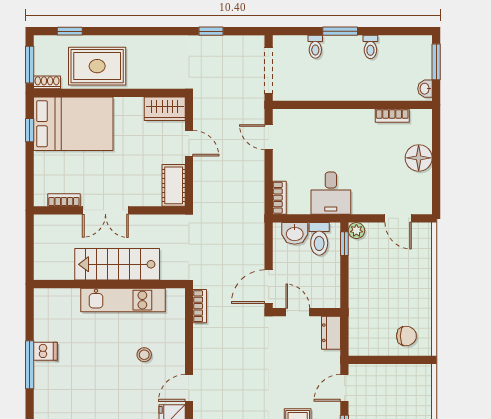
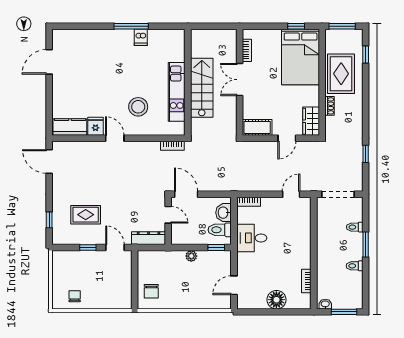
shoe rack: (47, 82) -> (330, 106), moved
plant: (356, 231) -> (191, 256), moved
door: (298, 312) -> (168, 215), hinge flipped
dresser: (331, 333) -> (149, 238), width x1.44
stool: (144, 355) -> (138, 107), width x1.89, depth x1.89

